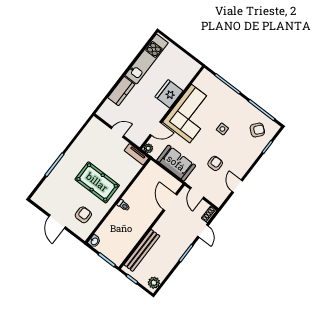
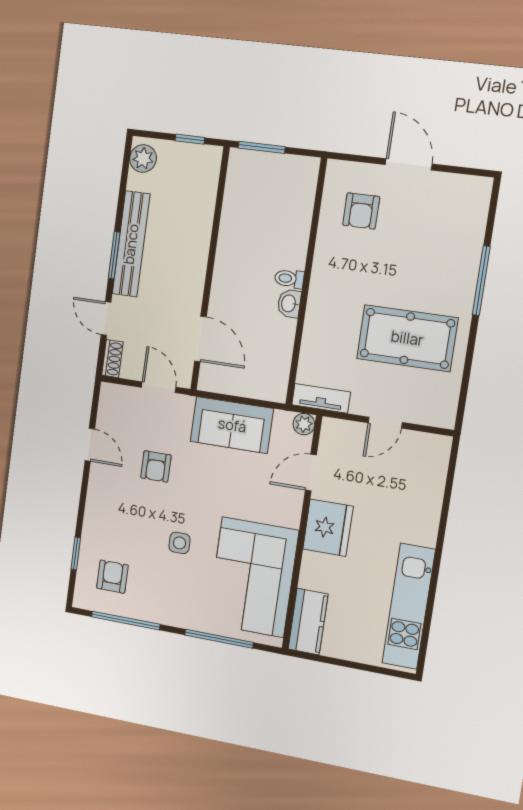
kitchen counter: (121, 91) -> (308, 622), moved, turned 180
fridge: (169, 94) -> (328, 528), moved
corner sofa: (191, 114) -> (253, 577), moved
armchair: (257, 130) -> (112, 577), turned 140
pool table: (97, 182) -> (407, 338), moved
washbasin: (94, 241) -> (289, 303), moved
bench: (142, 250) -> (131, 244), moved

